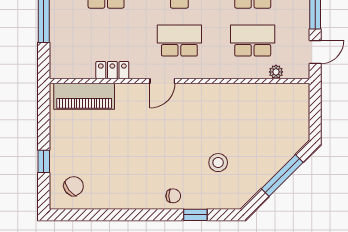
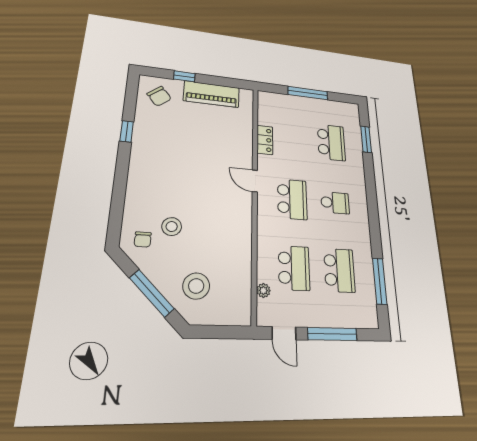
piano: (84, 96) -> (212, 94), moved, turned -90
stool: (274, 136) -> (196, 286), added
chair: (173, 196) -> (143, 239), moved
window: (195, 215) -> (127, 131), moved

